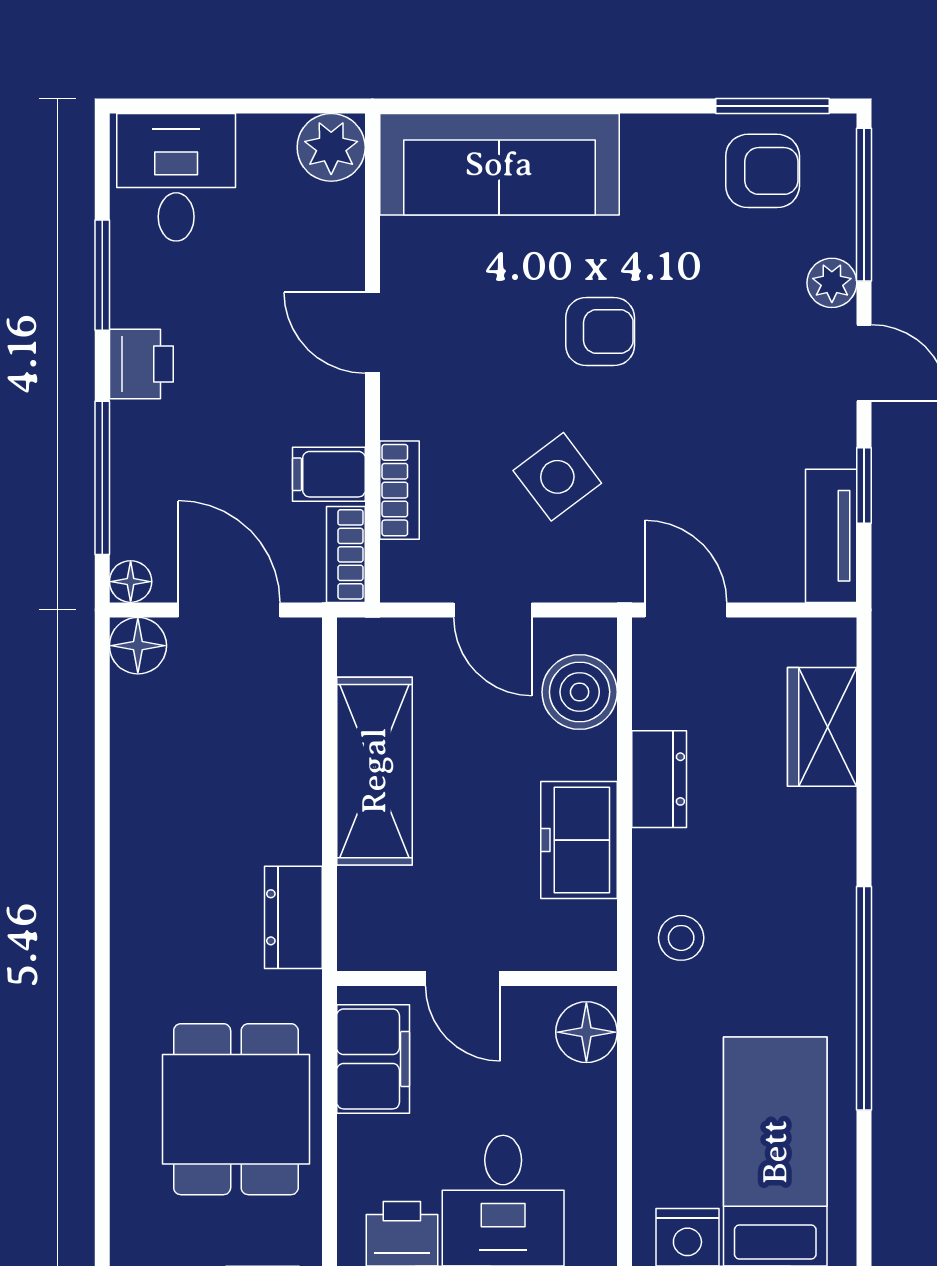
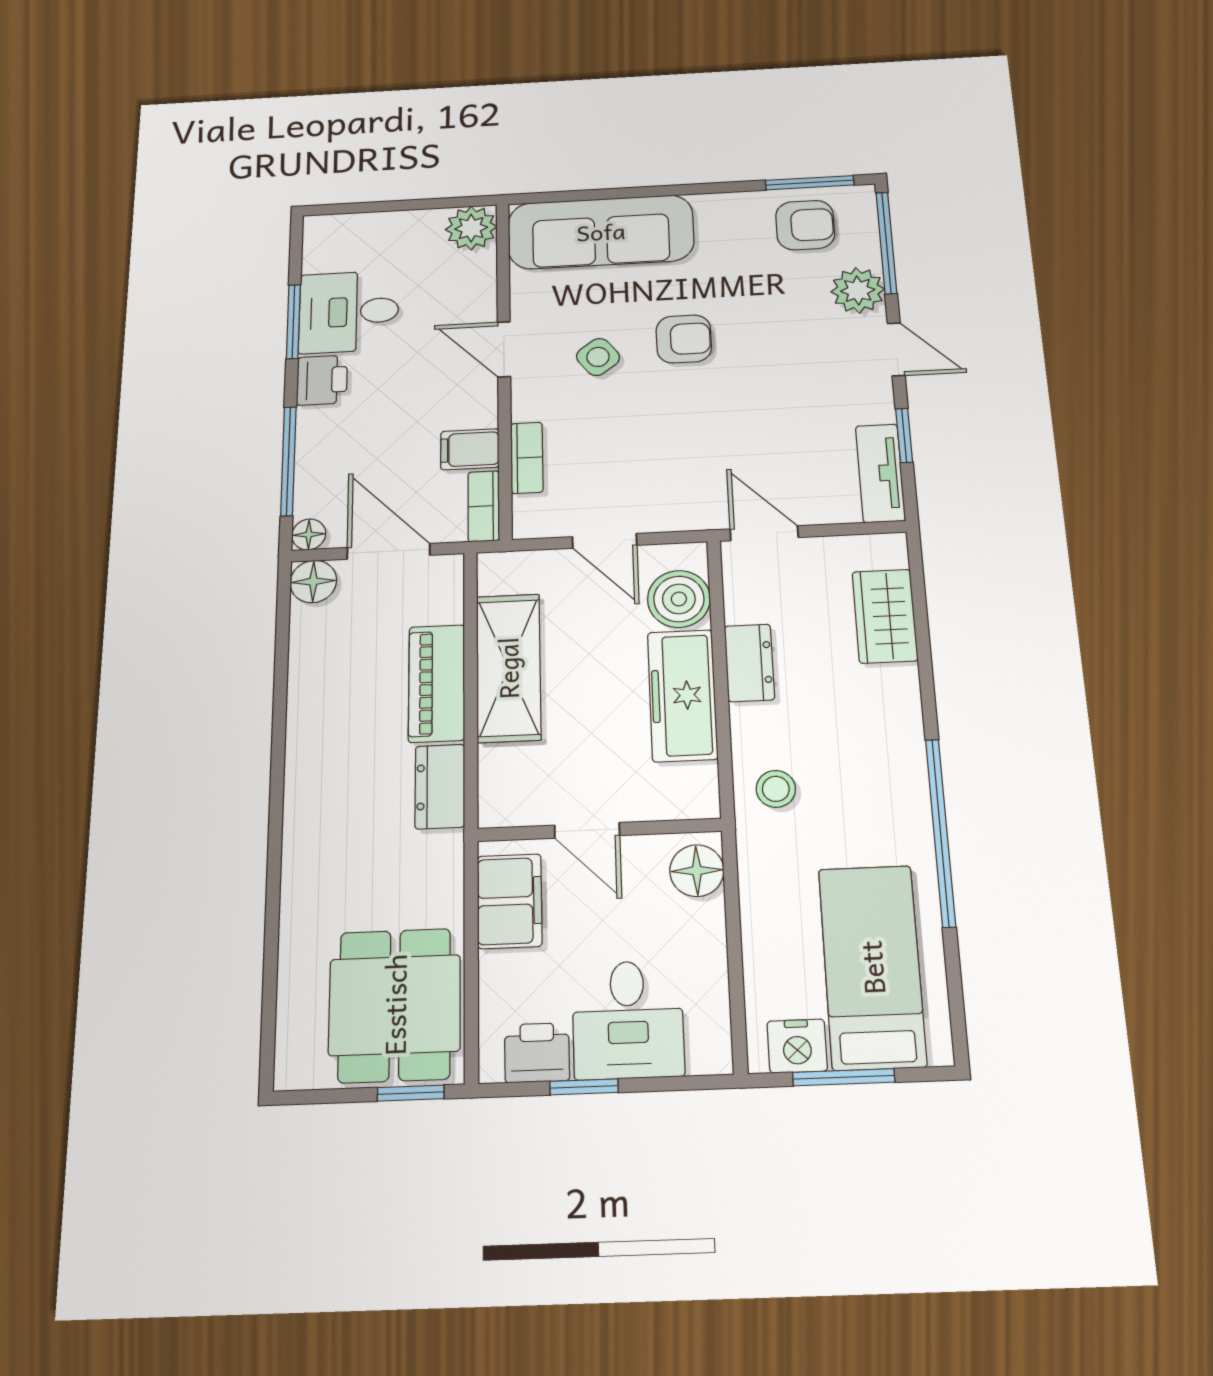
desk: (176, 177) -> (349, 312), moved, turned -90
plant: (832, 283) -> (858, 290), width x1.38, depth x1.38
side table: (557, 477) -> (598, 357), moved, width x0.73, depth x0.73
piano: (289, 787) -> (437, 683), added
freezer: (579, 840) -> (682, 695), width x1.40
dining table: (236, 1109) -> (395, 1005), moved

